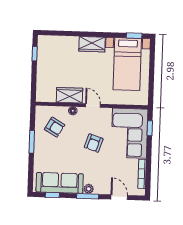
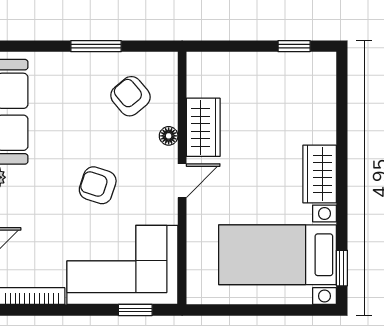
armchair: (55, 127) -> (130, 96), turned 110

